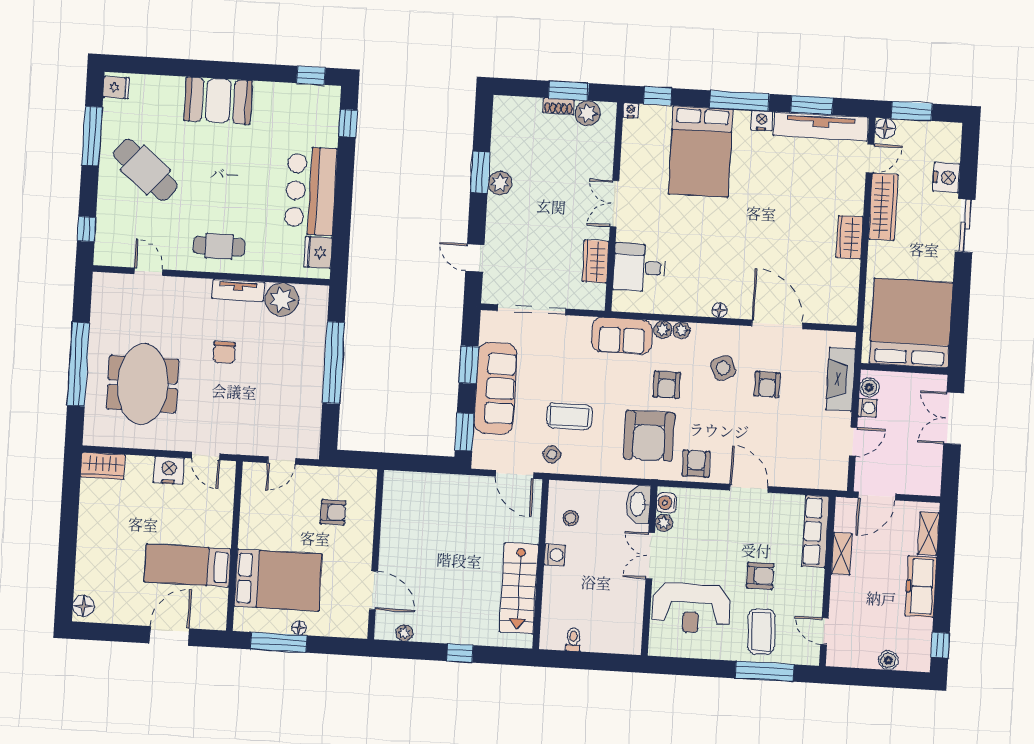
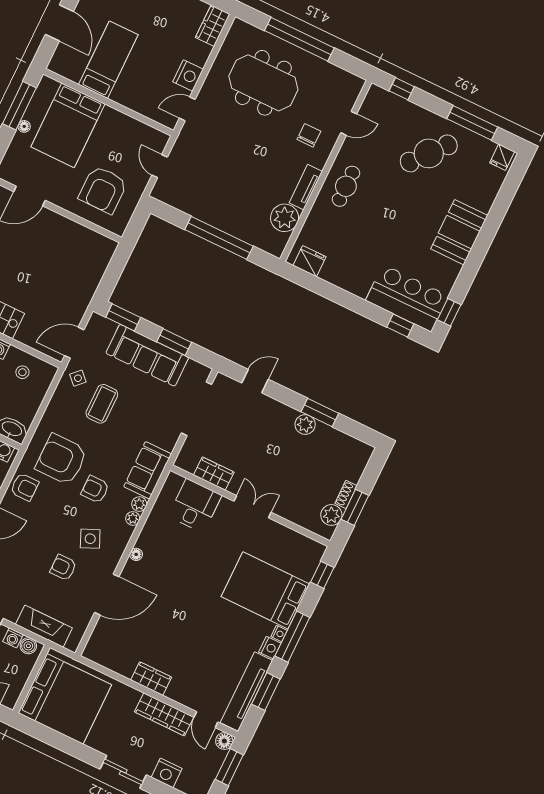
nightstand: (631, 110) -> (279, 633), moved
bar counter: (311, 191) -> (407, 298), moved
chair: (224, 352) -> (309, 135), moved, turned 90
armchair: (333, 512) -> (103, 190), width x1.88, depth x1.88

